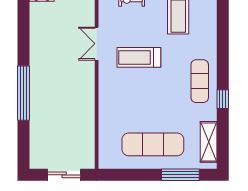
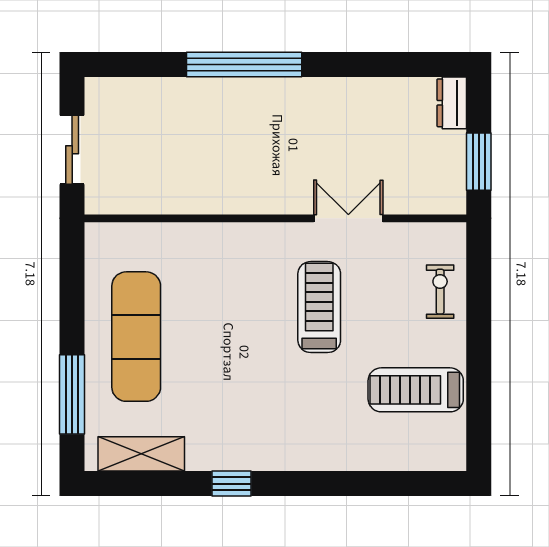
exercise mat: (200, 81) -> (269, 435), removed

